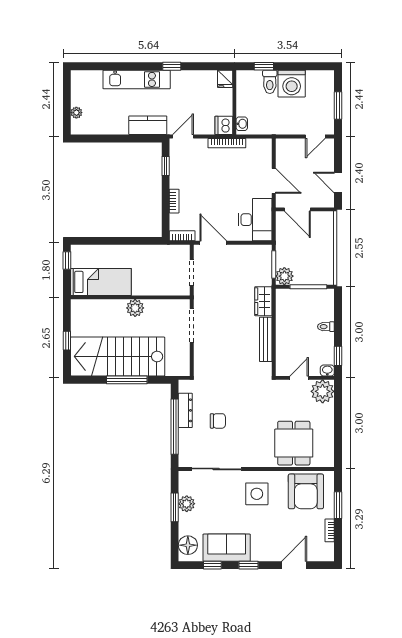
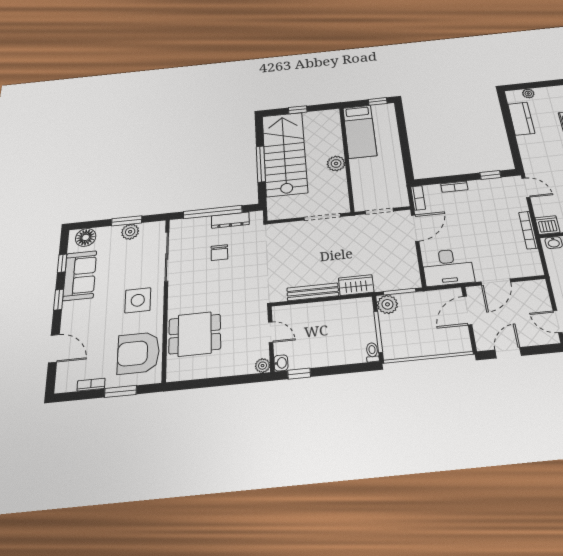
kitchen counter: (148, 125) -> (521, 119), moved
toilet: (326, 327) -> (372, 352), moved
plant: (323, 391) -> (263, 366), width x0.53, depth x0.53

